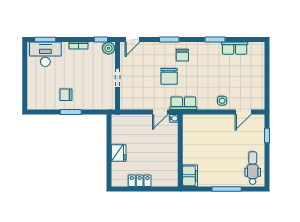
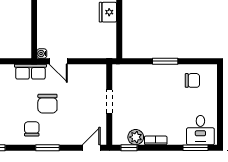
plant: (109, 48) -> (136, 137), moved
desk: (45, 54) -> (200, 130), width x0.73
chair: (169, 76) -> (47, 104), turned 180
chair: (66, 95) -> (192, 80), moved
door: (160, 112) -> (58, 61), swing flipped

